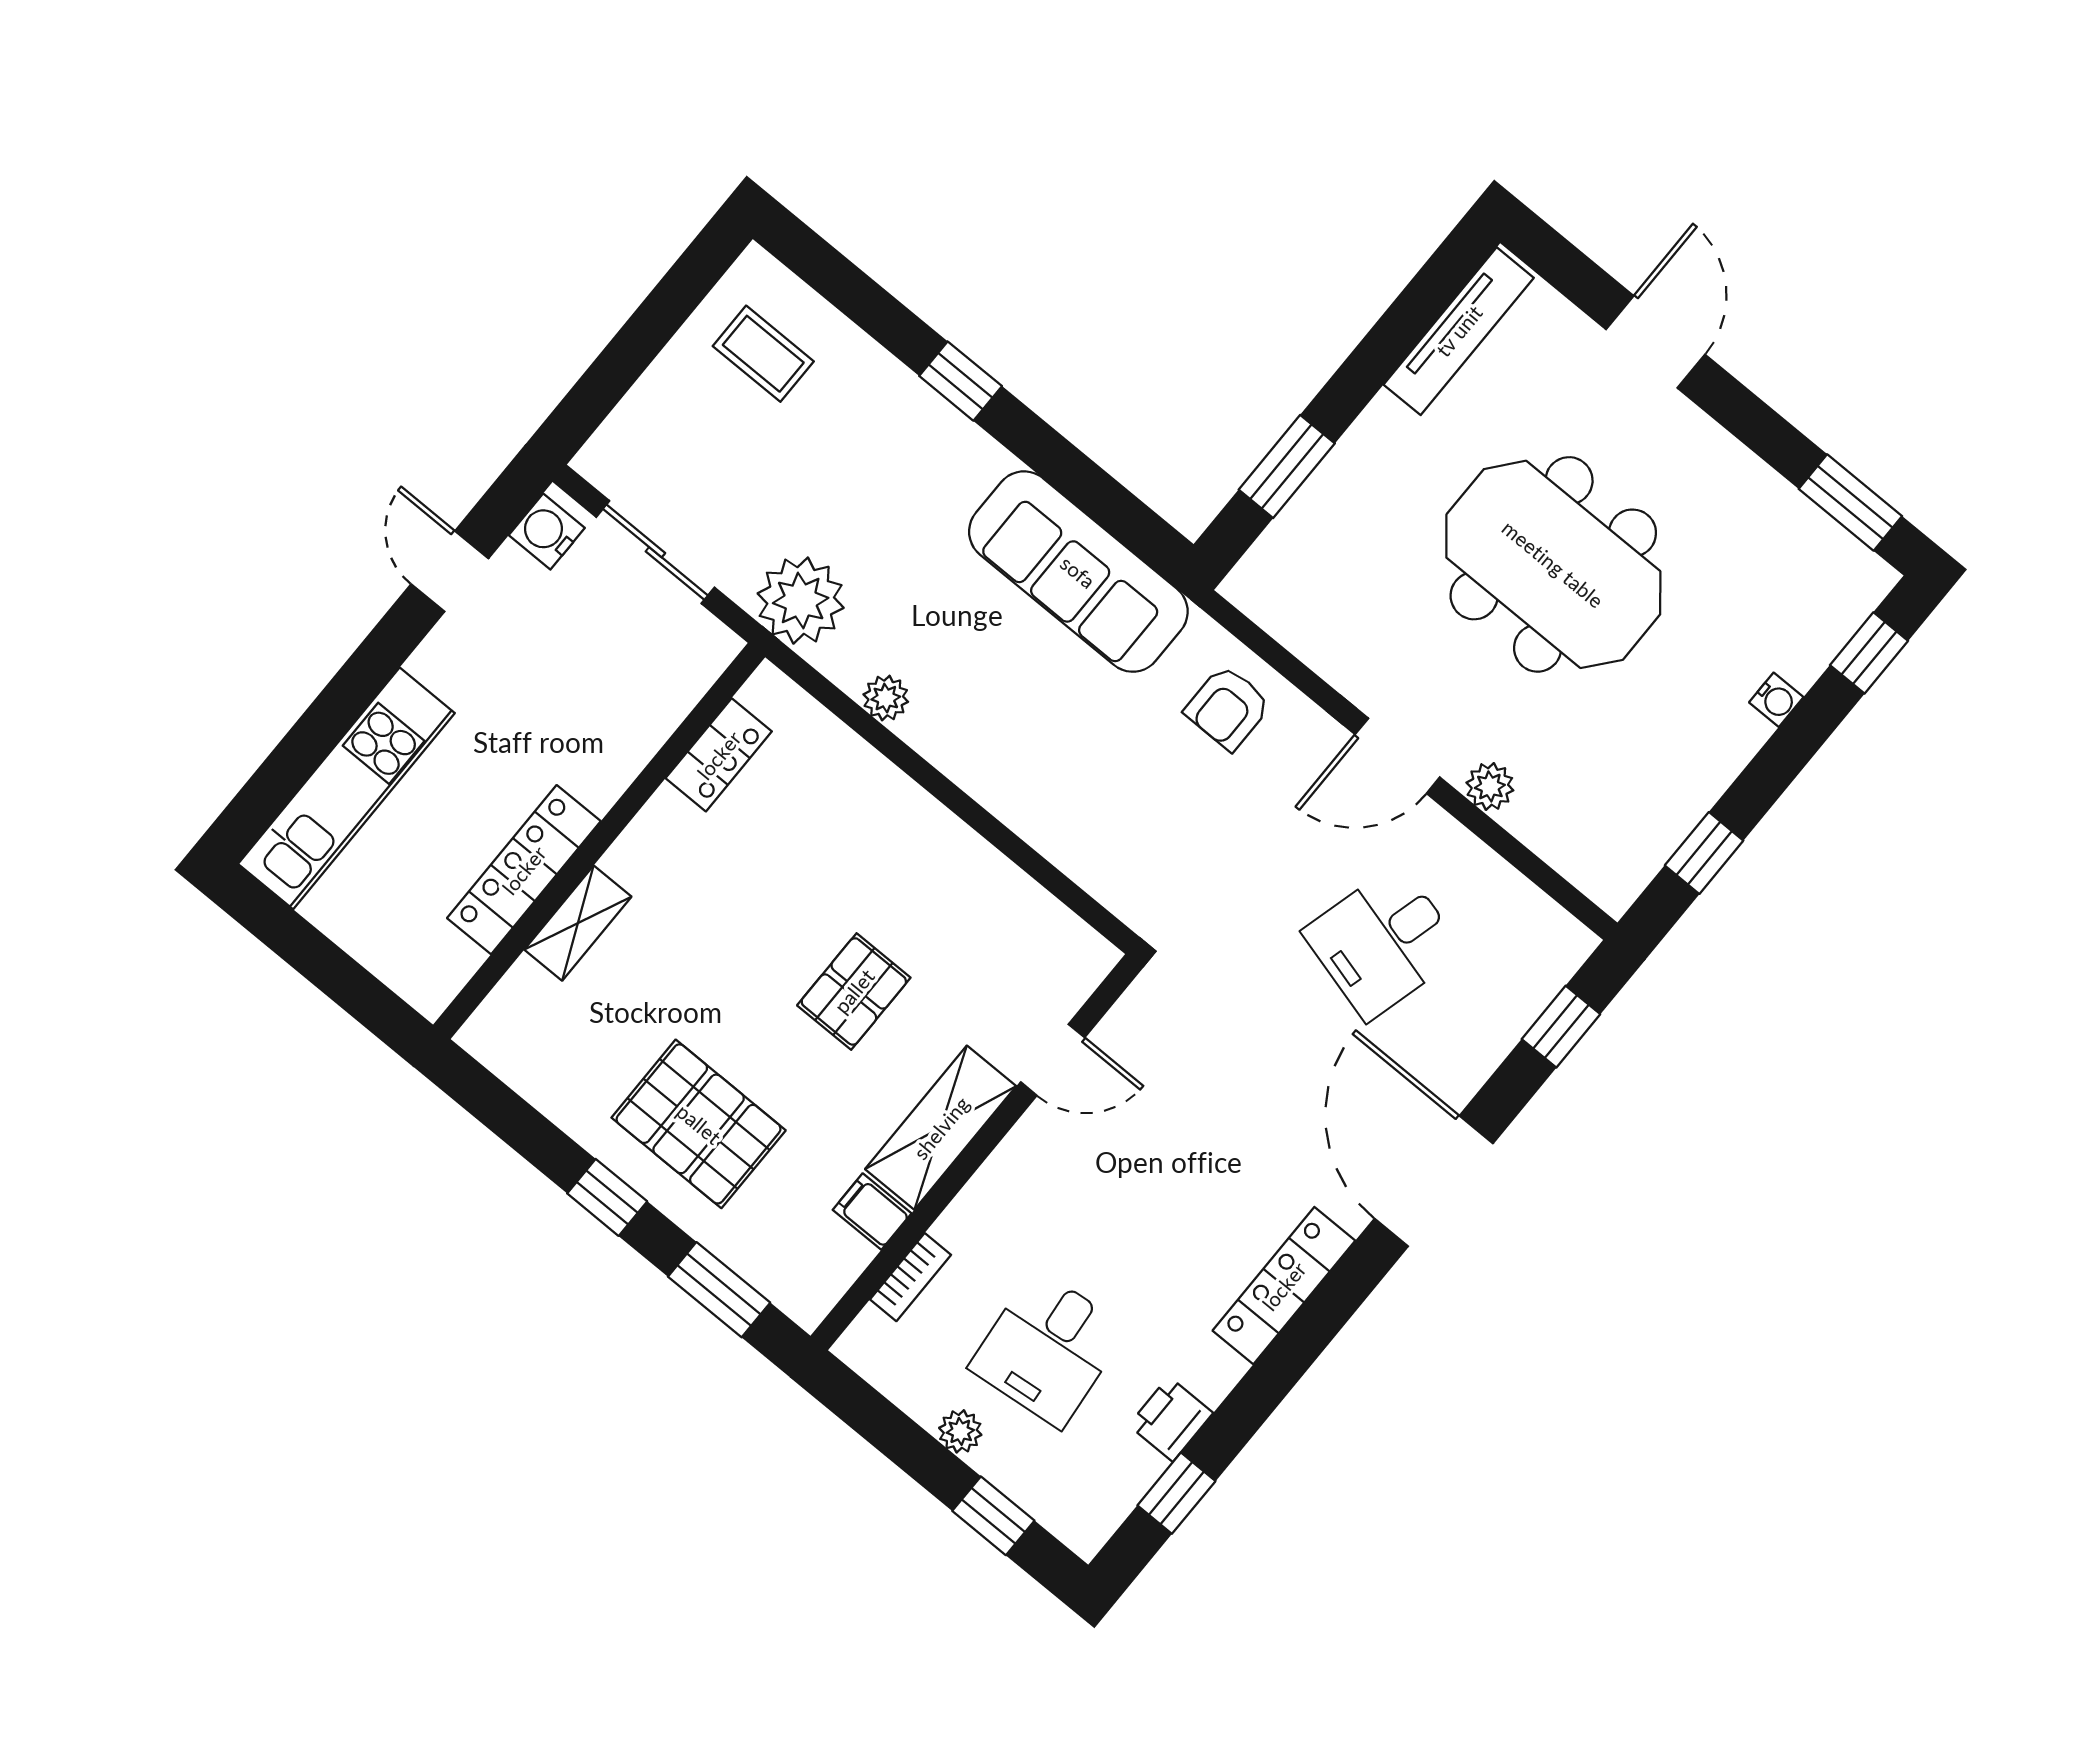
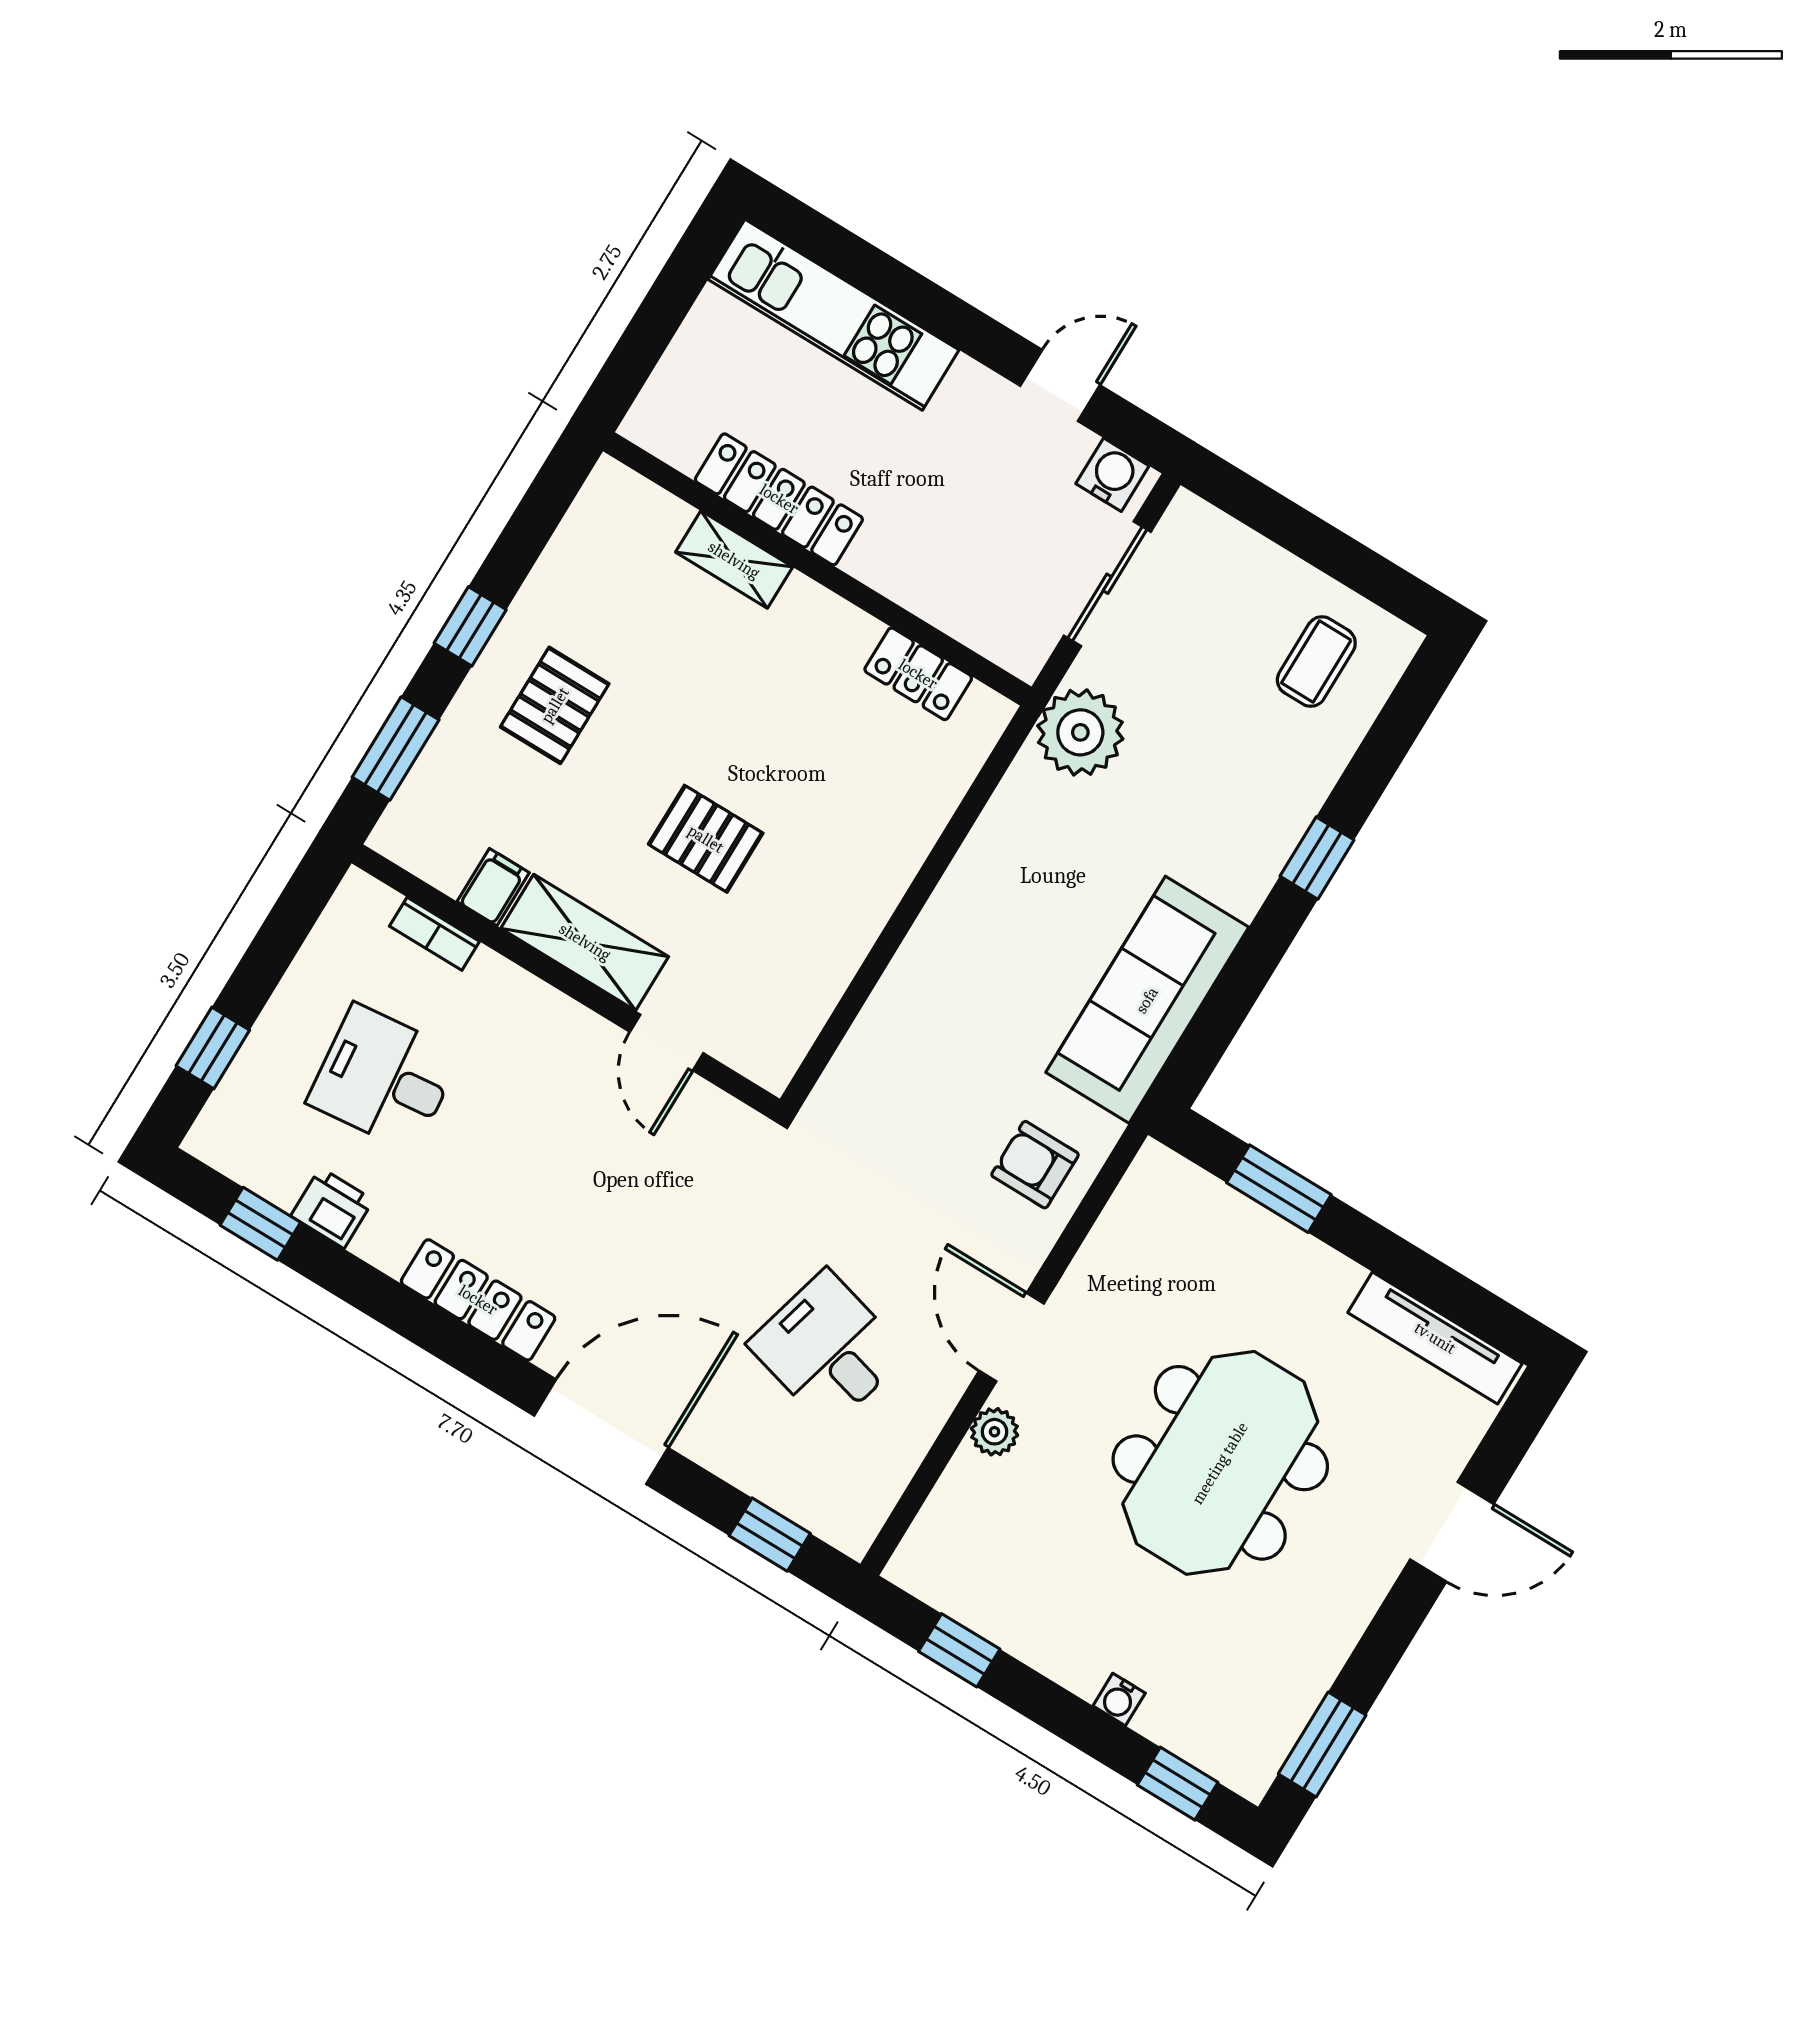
plant: (886, 698) -> (997, 829), removed
pallet: (699, 1124) -> (555, 705), width x0.67, depth x0.71
plant: (960, 1431) -> (291, 1004), removed

